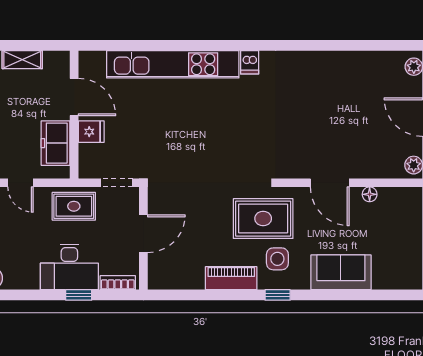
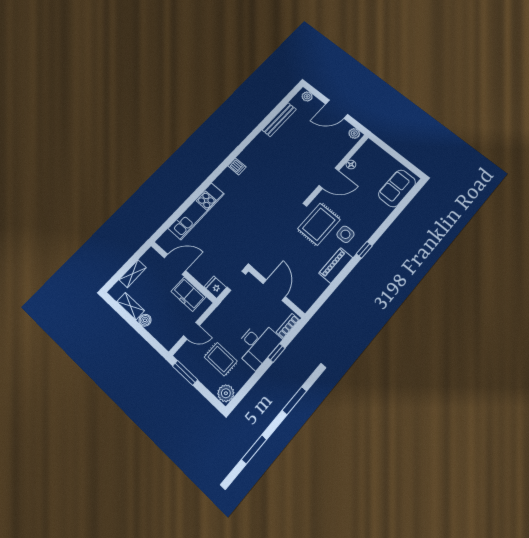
bench: (353, 59) -> (279, 120), added
kitchen unit: (173, 64) -> (196, 211), width x0.73
fridge: (91, 132) -> (215, 287), moved, turned -90
rug: (74, 206) -> (221, 359), moved, turned 90
sofa: (341, 272) -> (397, 188), moved

